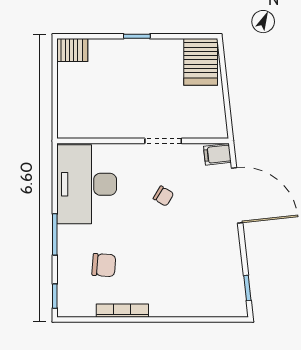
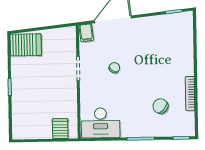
server rack: (72, 50) -> (60, 129), moved
desk: (87, 184) -> (101, 123), width x0.73, depth x0.77
chair: (104, 265) -> (160, 106), turned -54

